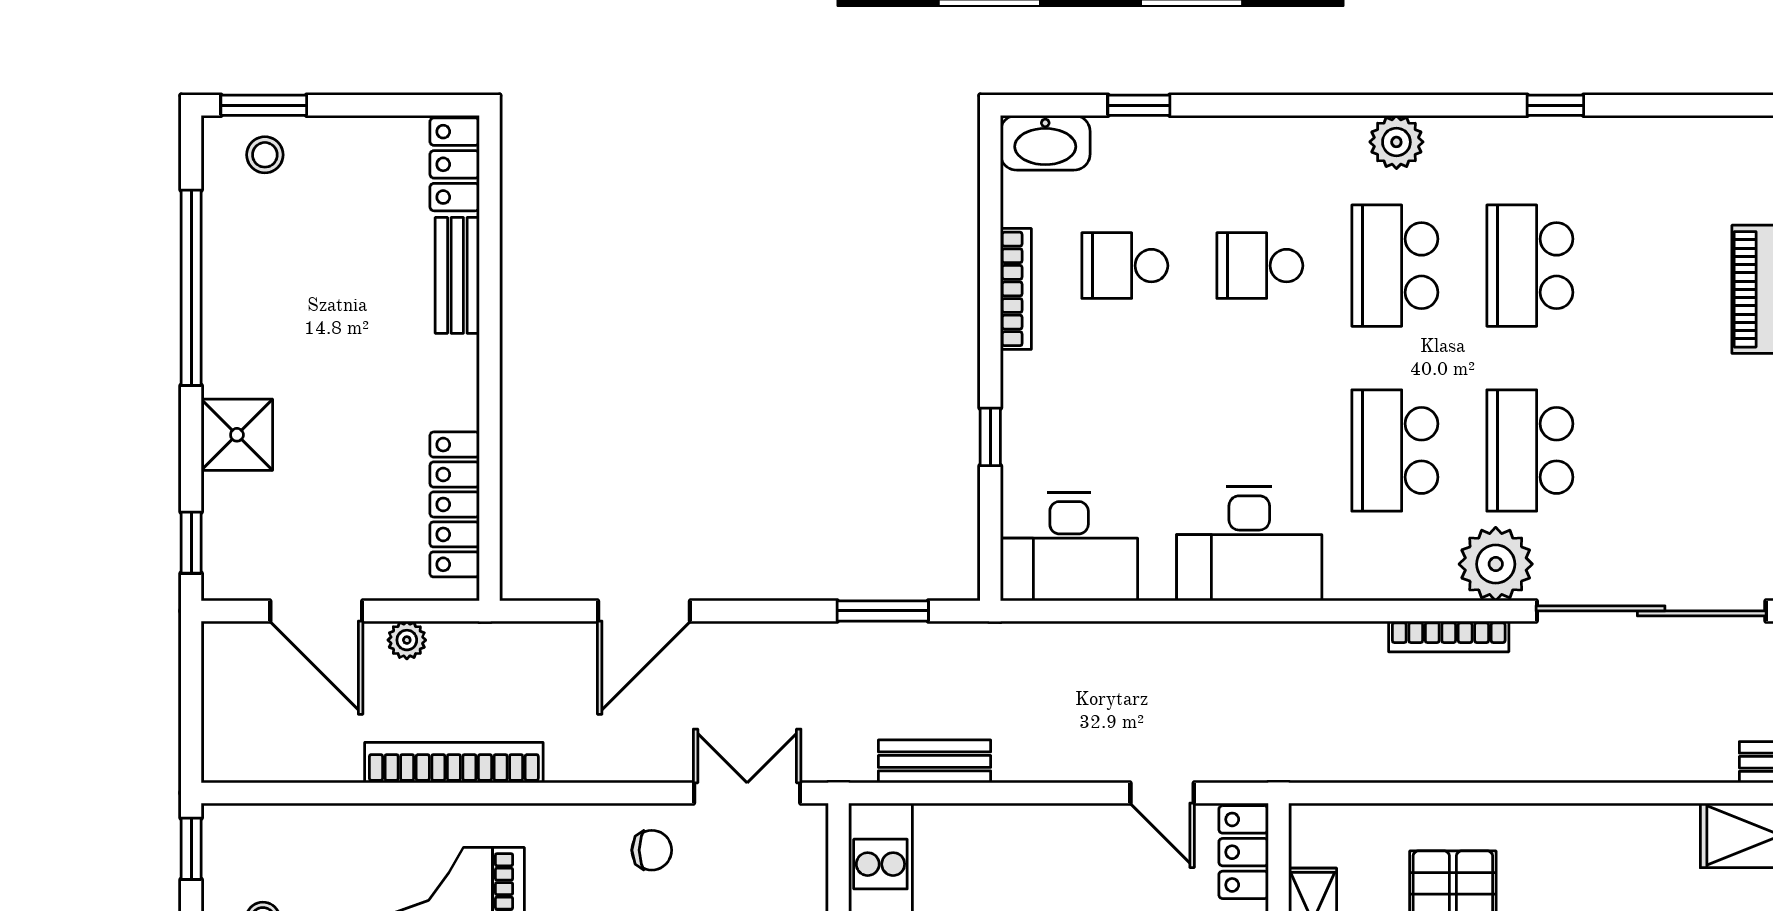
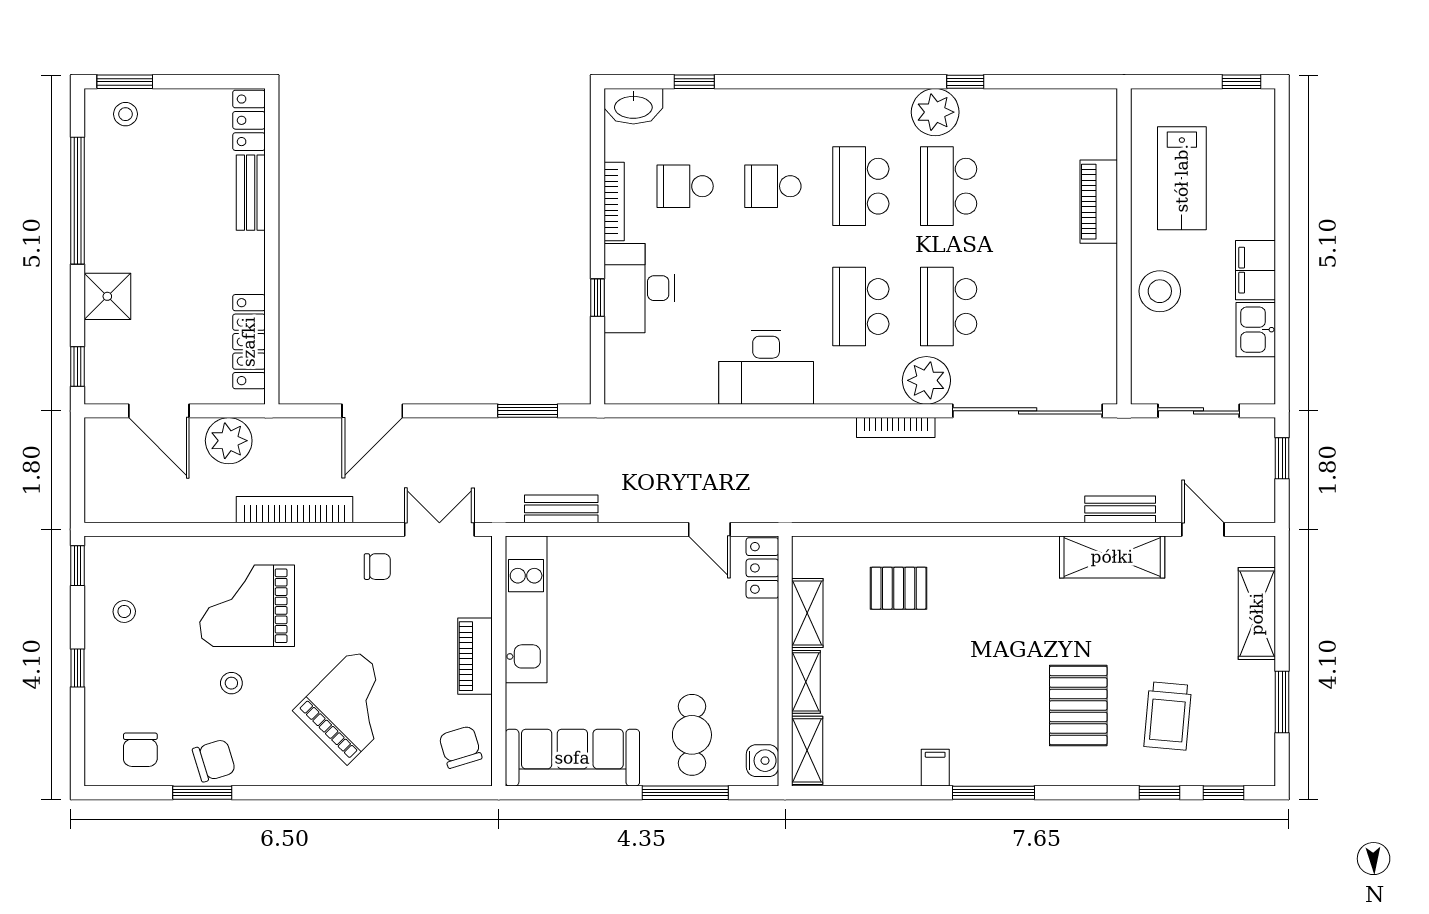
plant: (1396, 142) -> (935, 112), moved, width x1.36, depth x1.36
desk: (1069, 547) -> (639, 288), moved, turned 90
plant: (407, 640) -> (229, 441), width x1.87, depth x1.87
bookcase: (454, 763) -> (295, 510), moved

